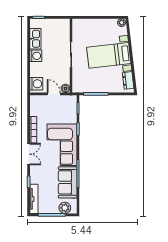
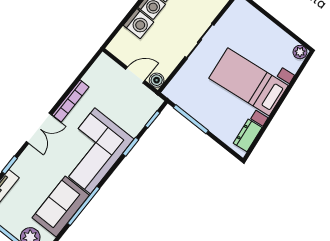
washing machine: (36, 84) -> (138, 24), moved
door: (54, 94) -> (135, 75), hinge flipped

